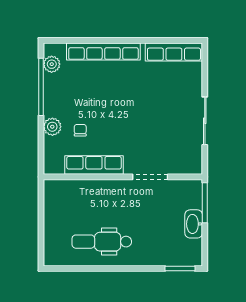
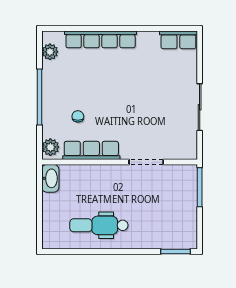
row of seats: (174, 52) -> (178, 40), width x0.68
window: (41, 87) -> (39, 97), moved
plant: (52, 127) -> (50, 147), moved
washbasin: (194, 224) -> (50, 178), moved, turned 180

